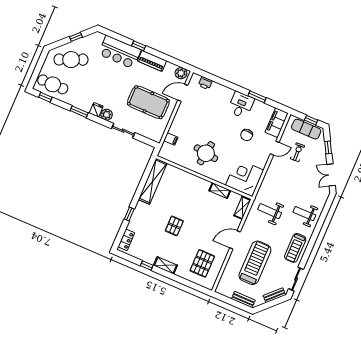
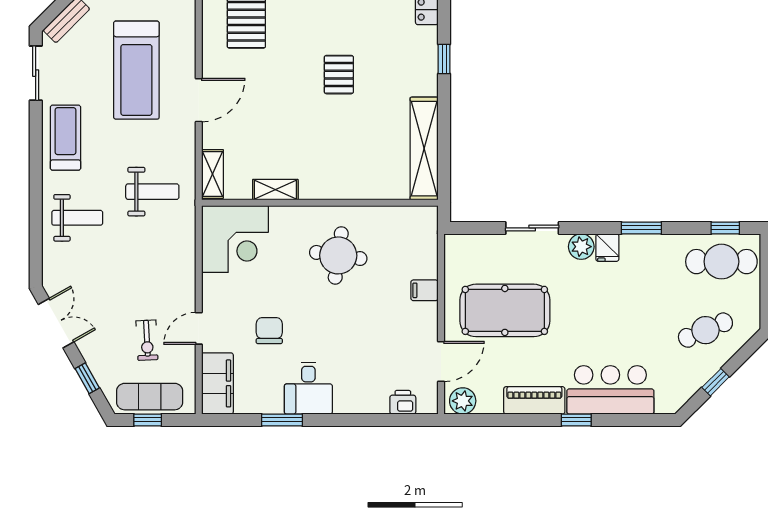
cafe table: (71, 60) -> (705, 330), width x0.73, depth x0.74
filing cabinet: (171, 139) -> (425, 290), moved

